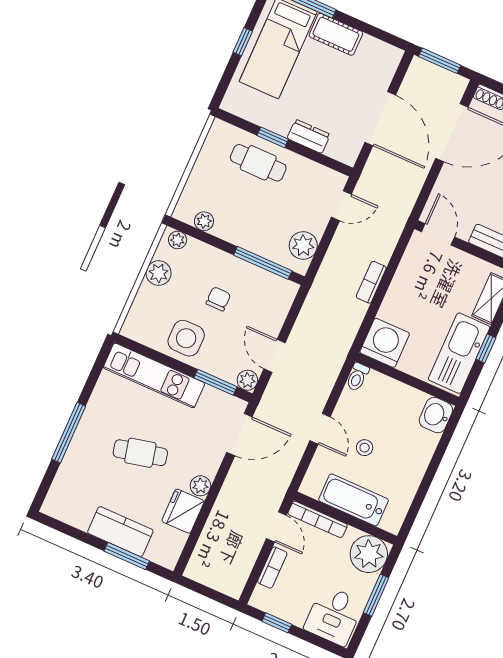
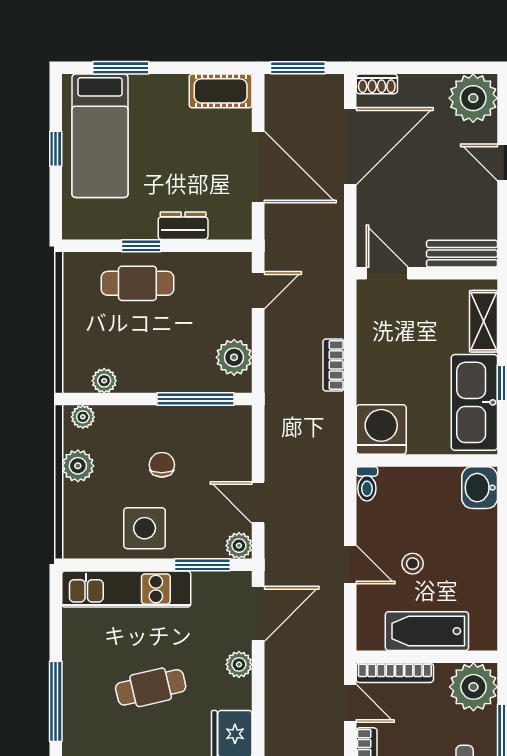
cot: (336, 34) -> (221, 91), moved
plant: (200, 486) -> (239, 664), moved

